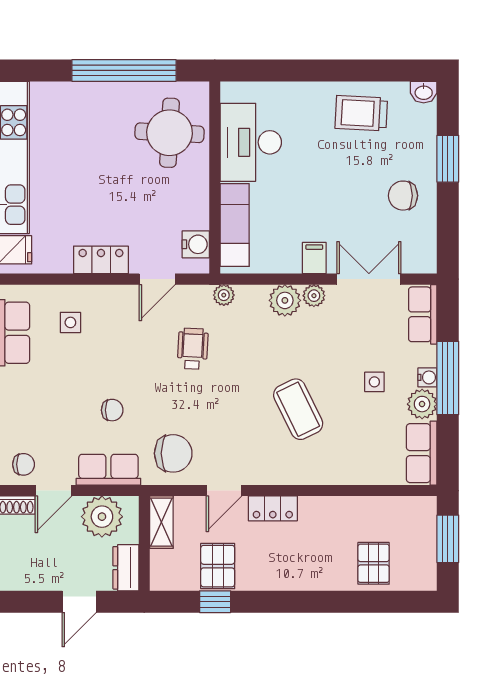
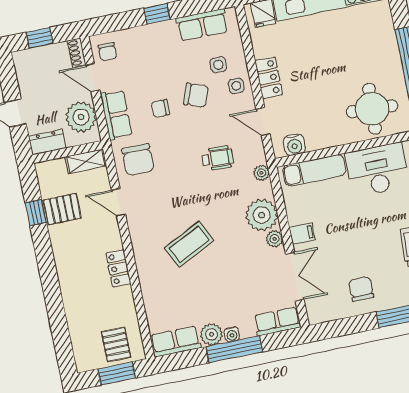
plant: (285, 300) -> (262, 215), width x1.36, depth x1.36
chair: (104, 360) -> (196, 95), added
side table: (374, 382) -> (236, 86), moved
chair: (112, 410) -> (160, 108), turned 90
locker: (273, 508) -> (118, 268), moved
pallet: (374, 563) -> (116, 344), moved, turned 90

